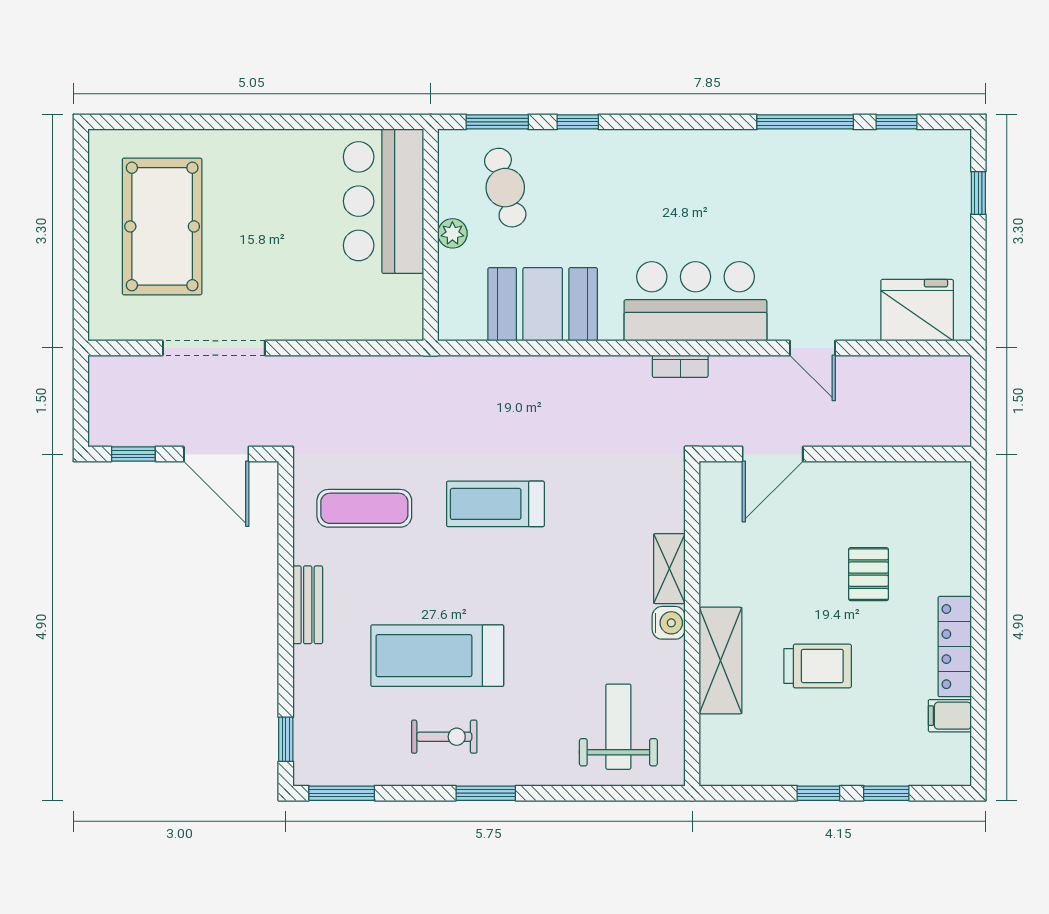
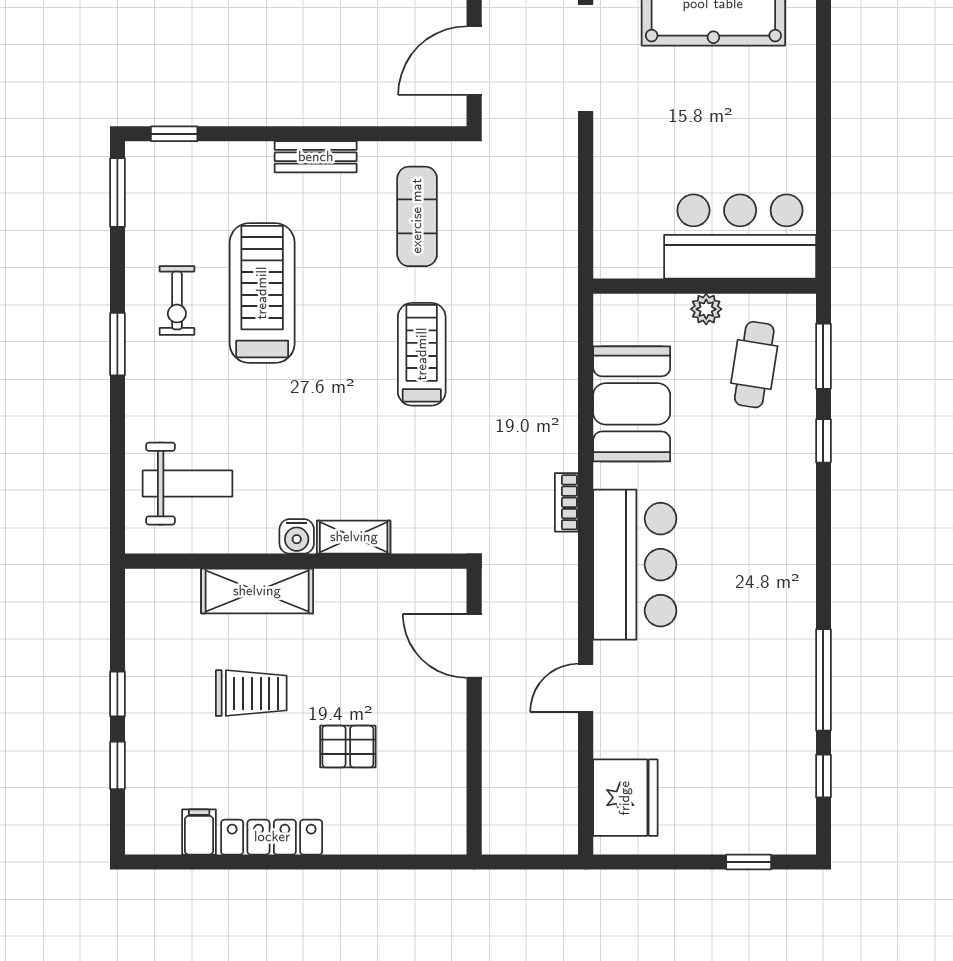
cafe table: (505, 188) -> (754, 365), turned -66
bookcase: (680, 366) -> (566, 502), moved
trolley: (818, 666) -> (251, 693), turned -90

